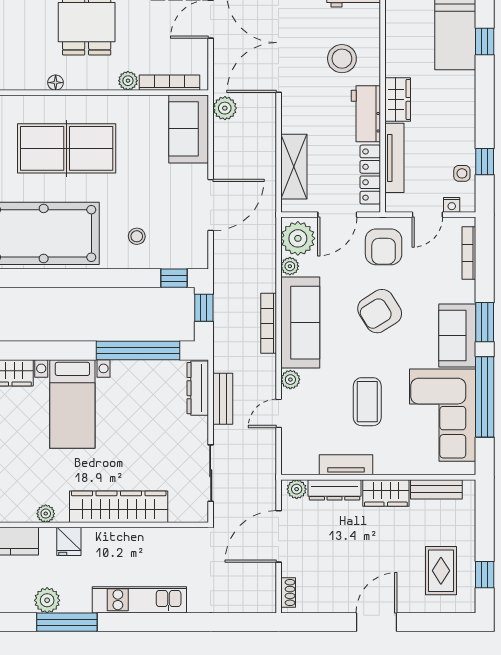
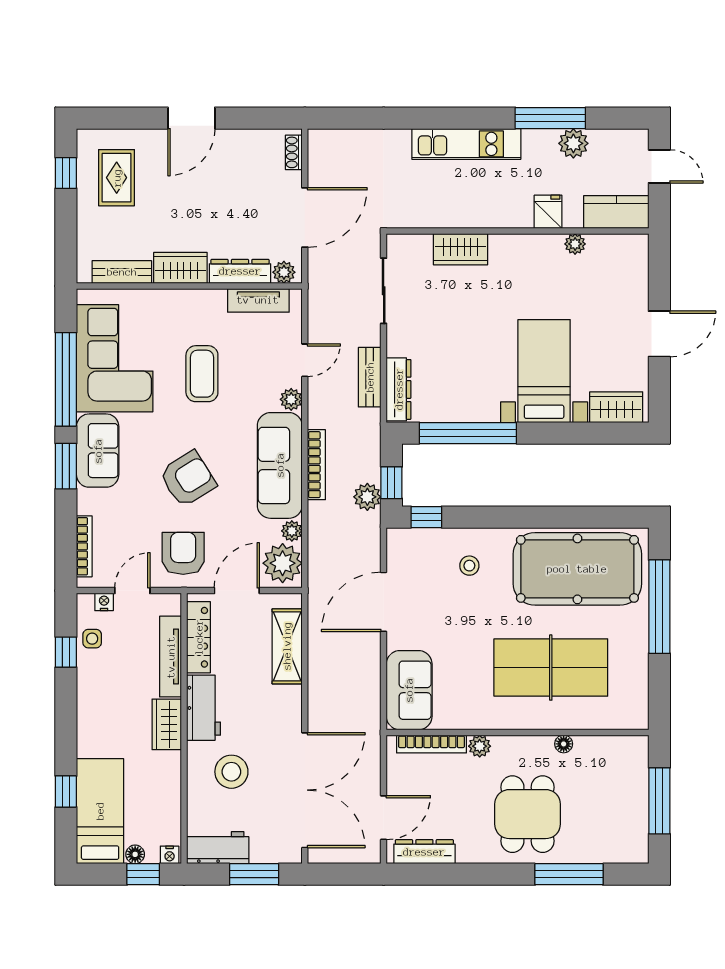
plant: (225, 108) -> (367, 497), moved
tv unit: (346, 465) -> (258, 300), moved
wardrobe: (119, 507) -> (461, 249), width x0.48, depth x0.85

